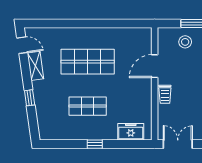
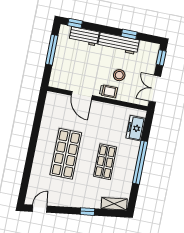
stool: (185, 42) -> (119, 75), moved
shelving: (35, 66) -> (114, 204), moved
window: (95, 144) -> (140, 162), width x3.17

